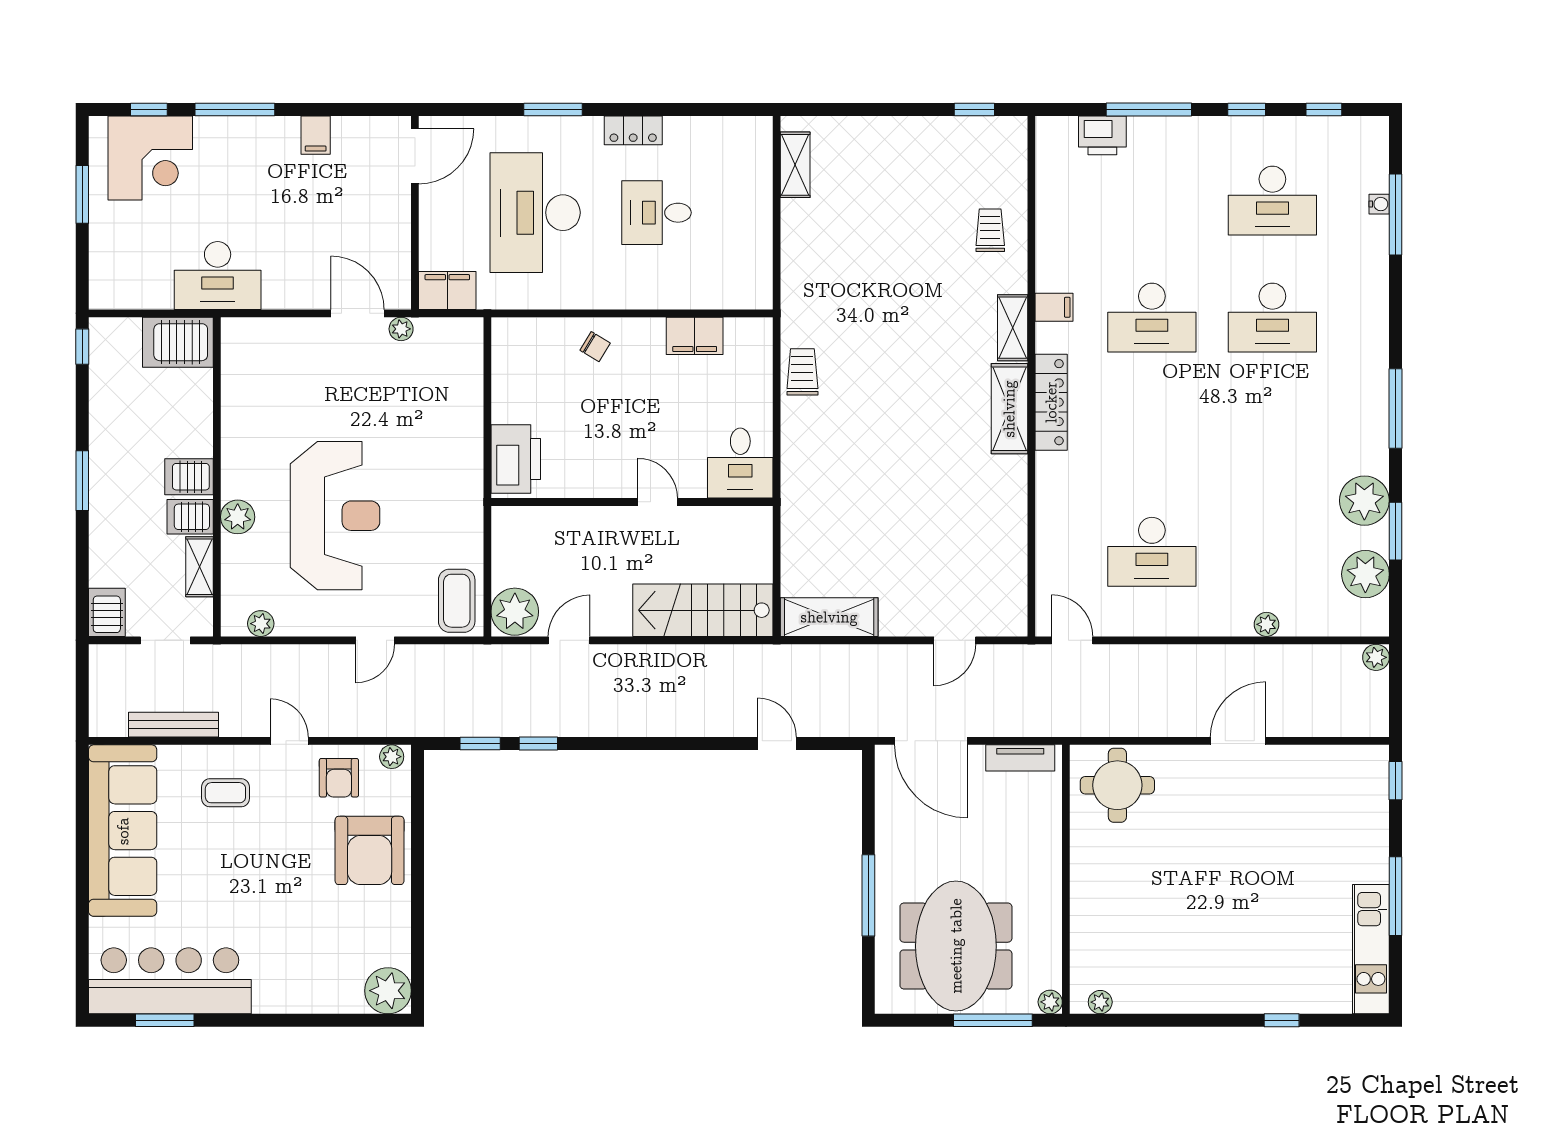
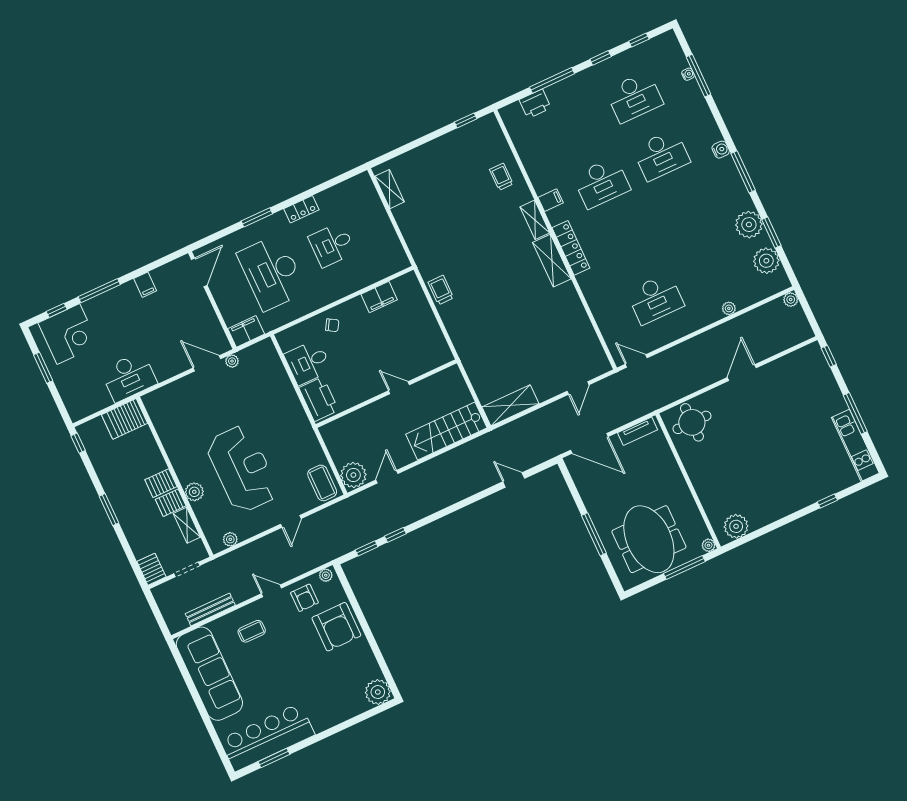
water cooler: (1375, 354) -> (721, 150), added
desk: (740, 463) -> (308, 362), moved, turned 90
plant: (1100, 1002) -> (736, 526), width x1.88, depth x1.88

